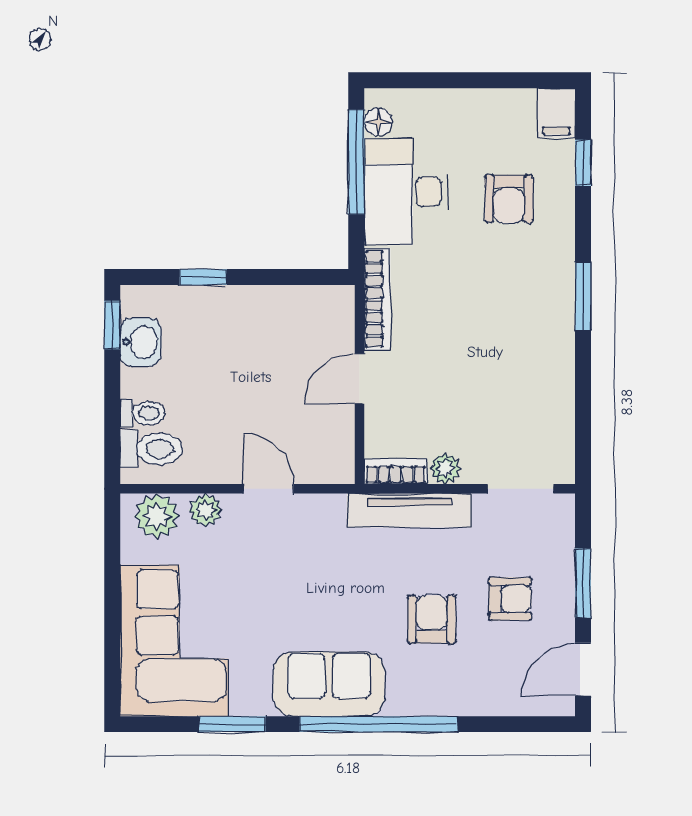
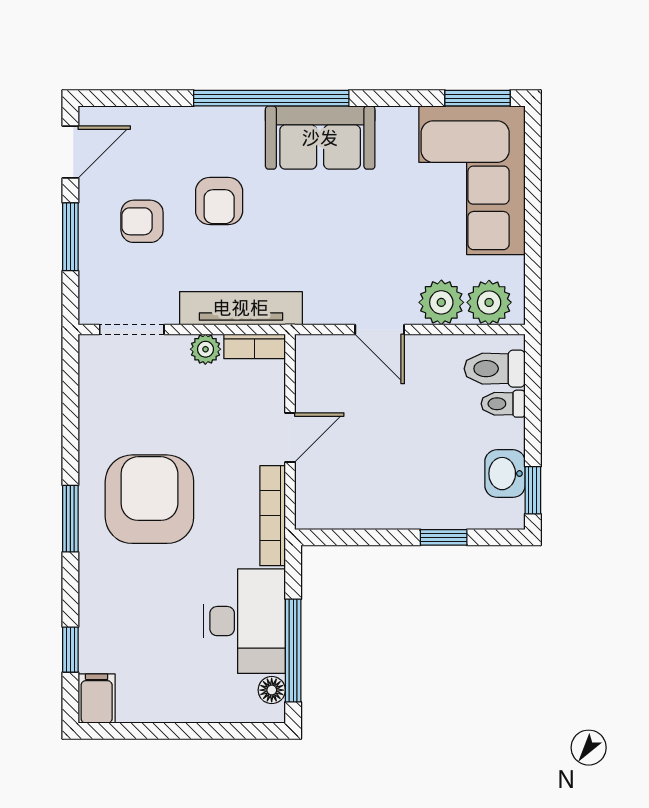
armchair: (509, 199) -> (149, 499), moved, width x1.88, depth x1.88
plant: (206, 510) -> (441, 302), width x1.38, depth x1.38
window: (232, 724) -> (478, 98), moved

